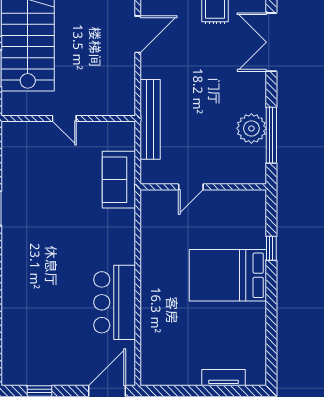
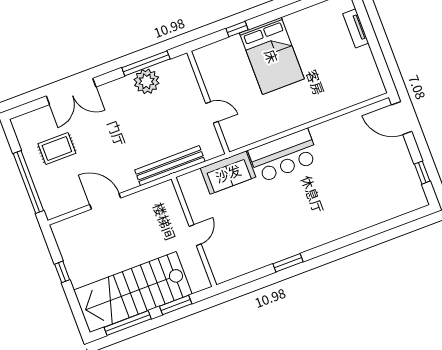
bar counter: (115, 302) -> (284, 156), moved

